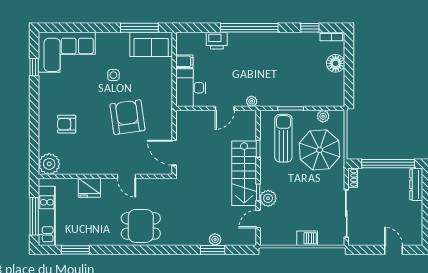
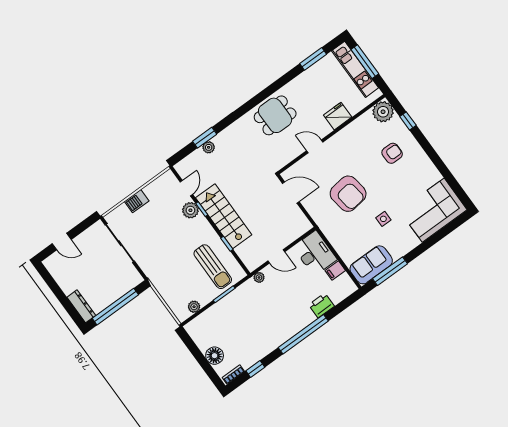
window: (34, 67) -> (408, 121), moved
door: (225, 108) -> (276, 256), swing flipped
parasol: (320, 150) -> (177, 278), removed
shoe rack: (353, 178) -> (135, 275), removed

